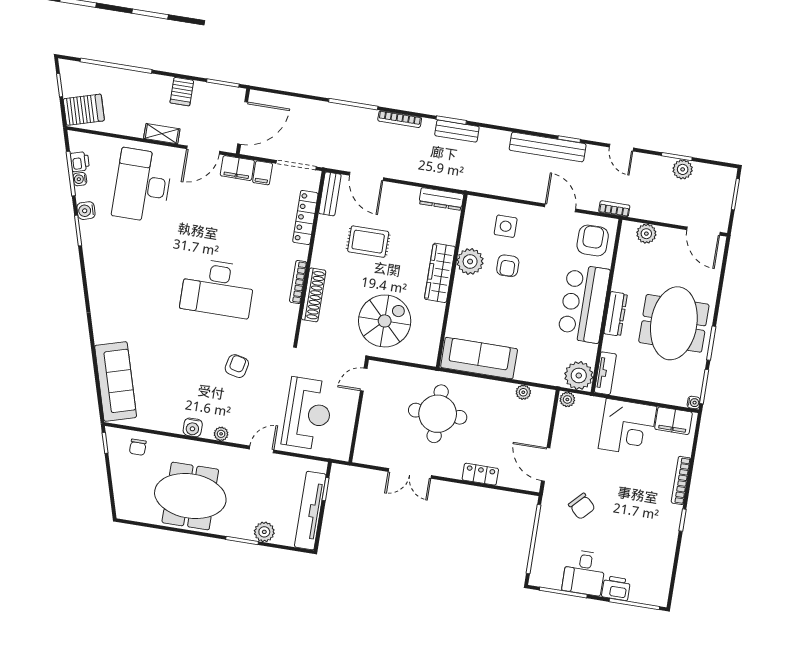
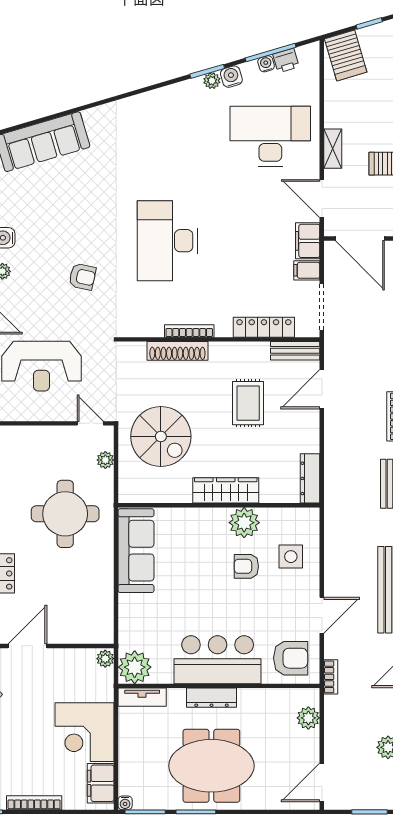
plant: (87, 228) -> (212, 81), added
plant: (523, 392) -> (105, 460), moved

